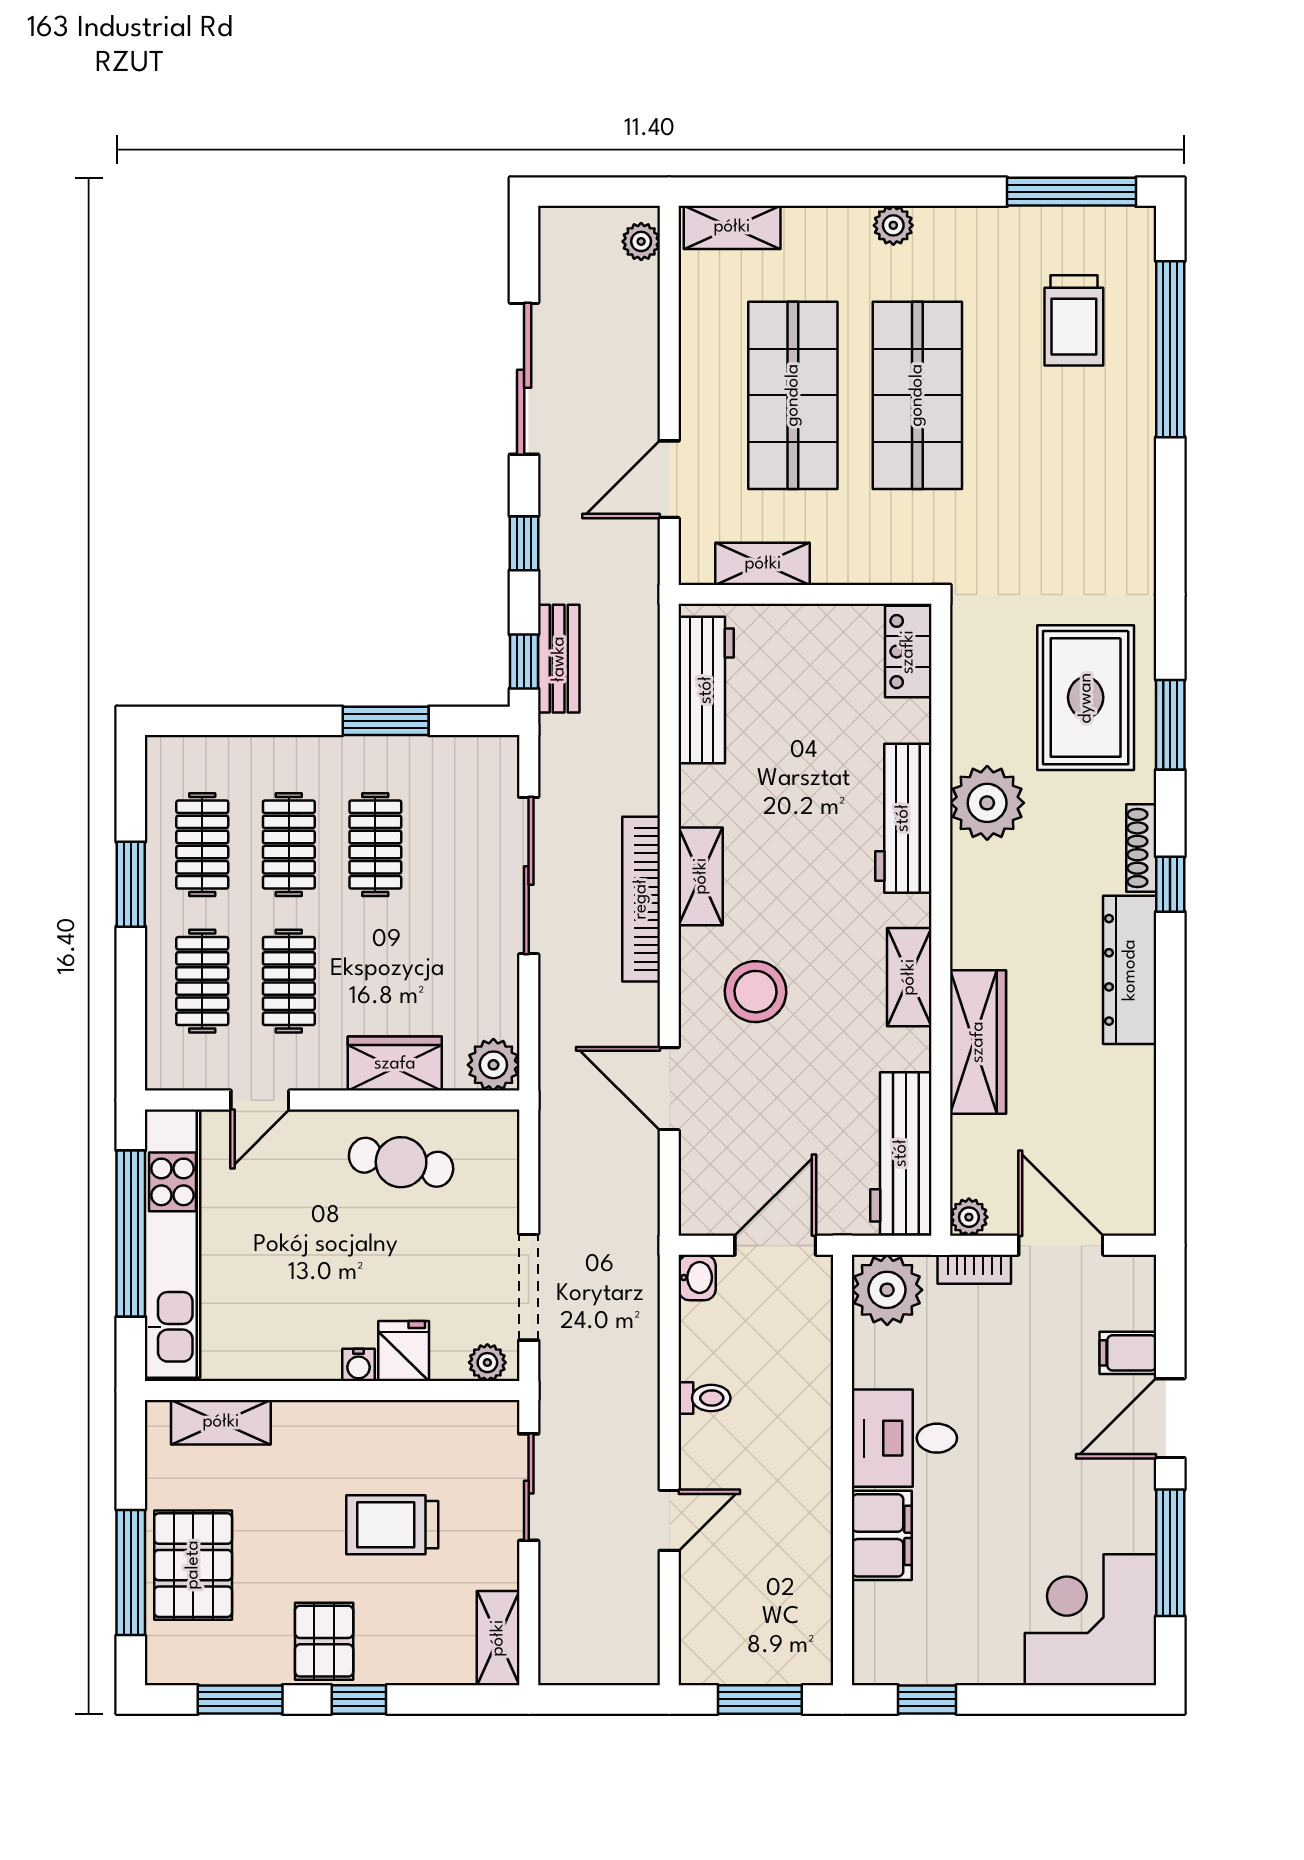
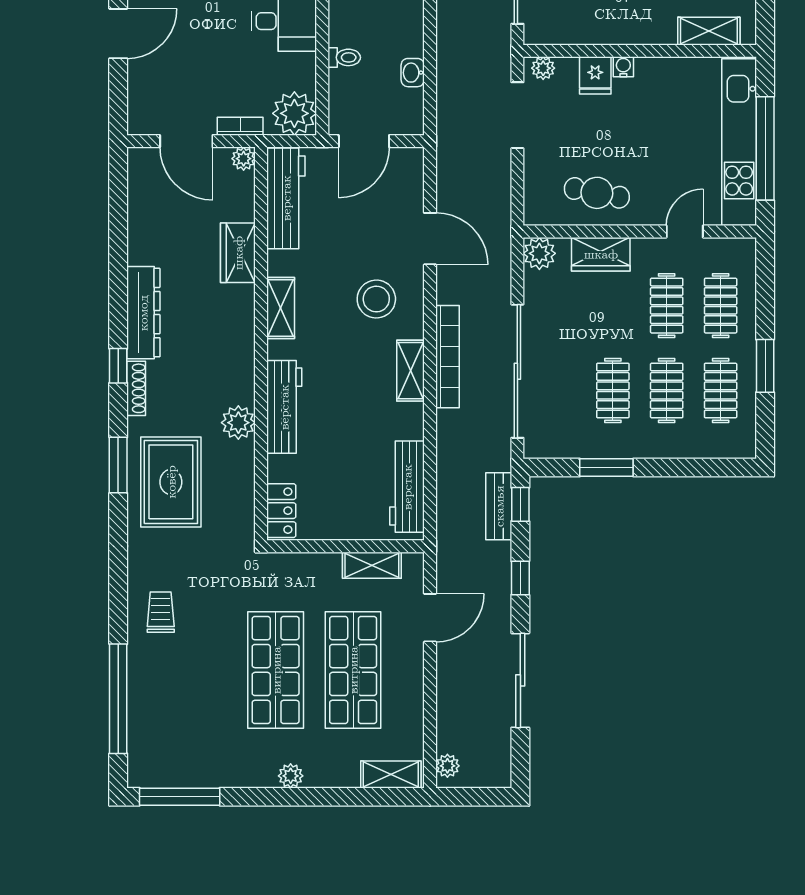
trolley: (1074, 320) -> (161, 612), moved, width x0.73, depth x0.72
plant: (987, 803) -> (238, 423), width x0.73, depth x0.73
sliding door: (529, 876) -> (517, 371), width x1.36
wardrobe: (978, 1042) -> (238, 253), width x0.67
washbasin: (697, 1277) -> (413, 73), moved
filing cabinet: (1128, 1353) -> (145, 74), removed
toilet: (704, 1398) -> (344, 57), moved, turned 180

